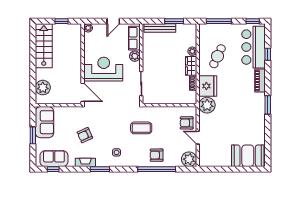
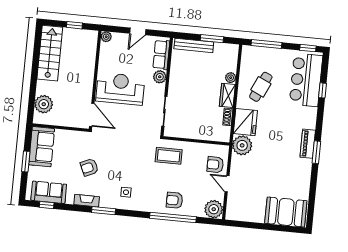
piano: (260, 80) -> (308, 144), moved
coffee table: (141, 128) -> (169, 156), moved

